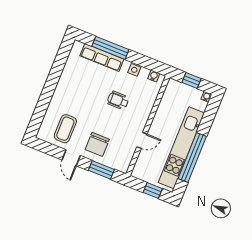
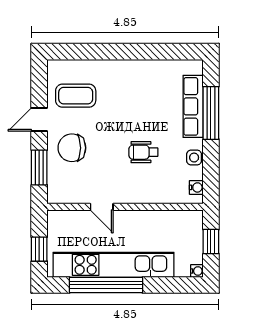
wheelchair: (118, 100) -> (143, 152), turned -90

